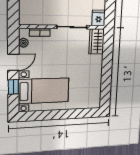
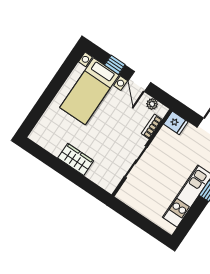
fridge: (99, 18) -> (176, 123), moved
wardrobe: (97, 41) -> (76, 159), moved

